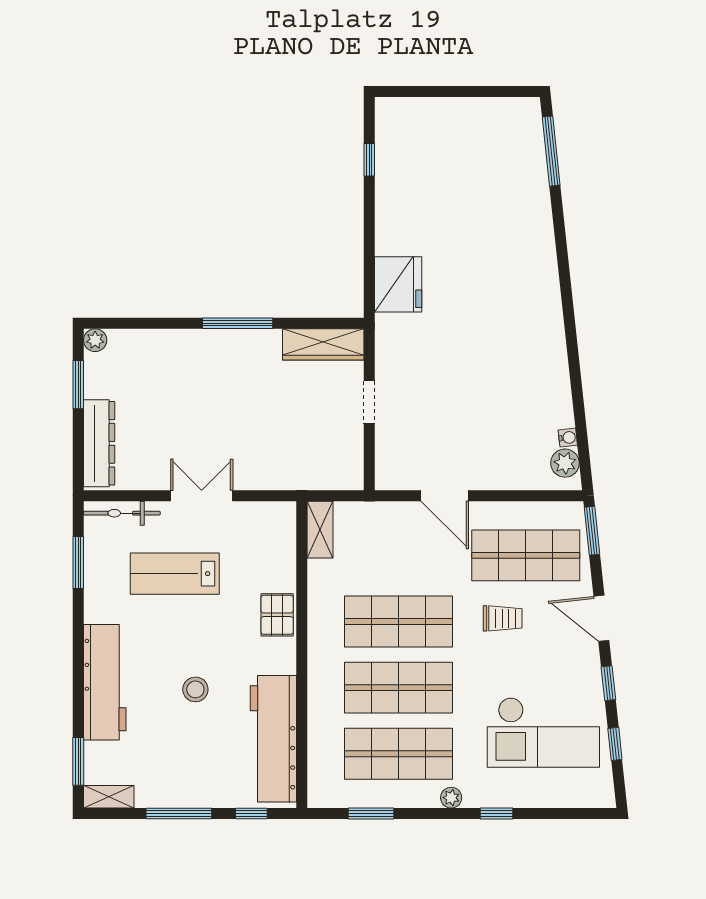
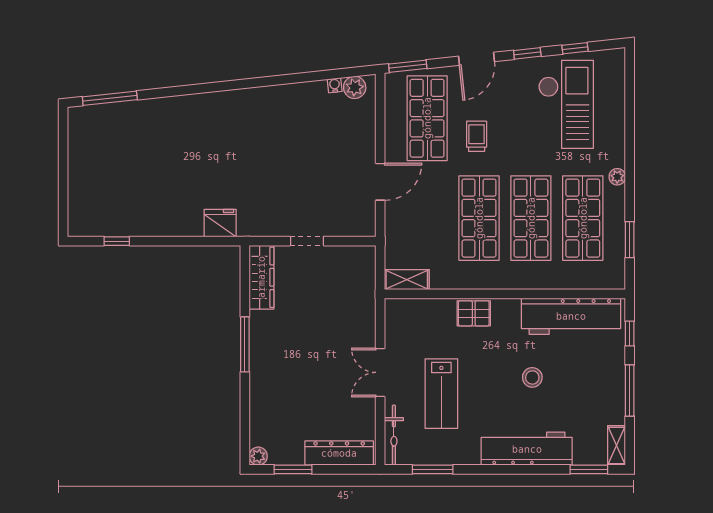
fridge: (398, 284) -> (220, 223), width x0.73, depth x0.75
window: (497, 814) -> (630, 141), removed

